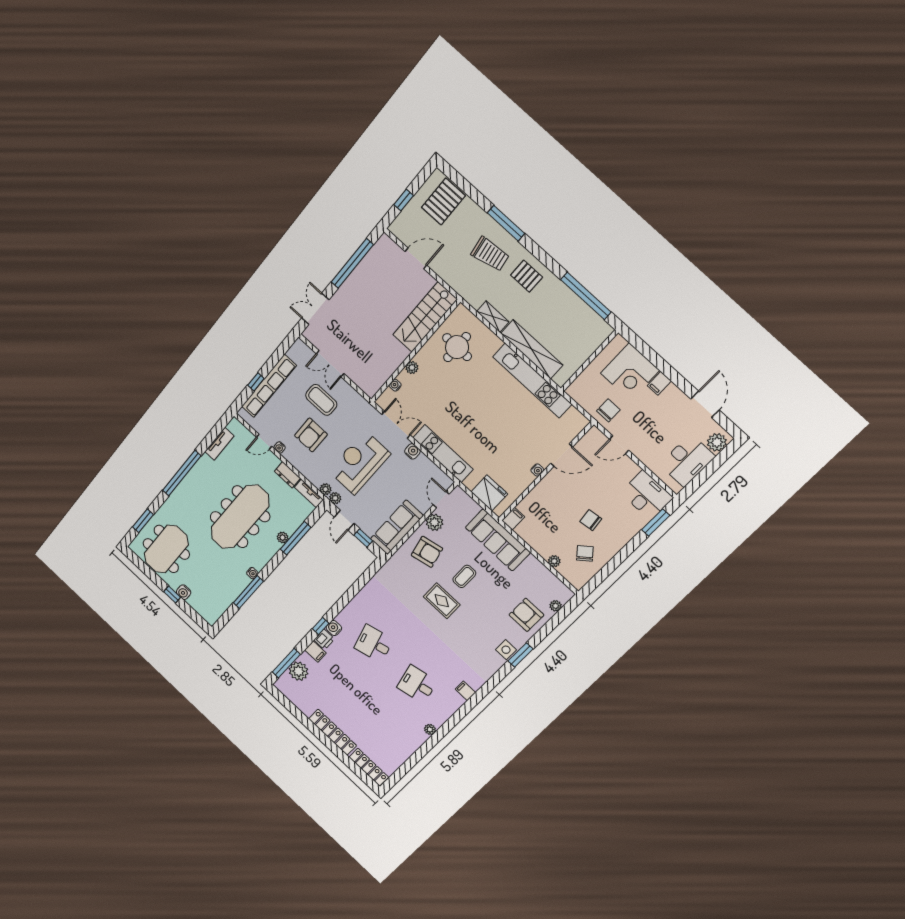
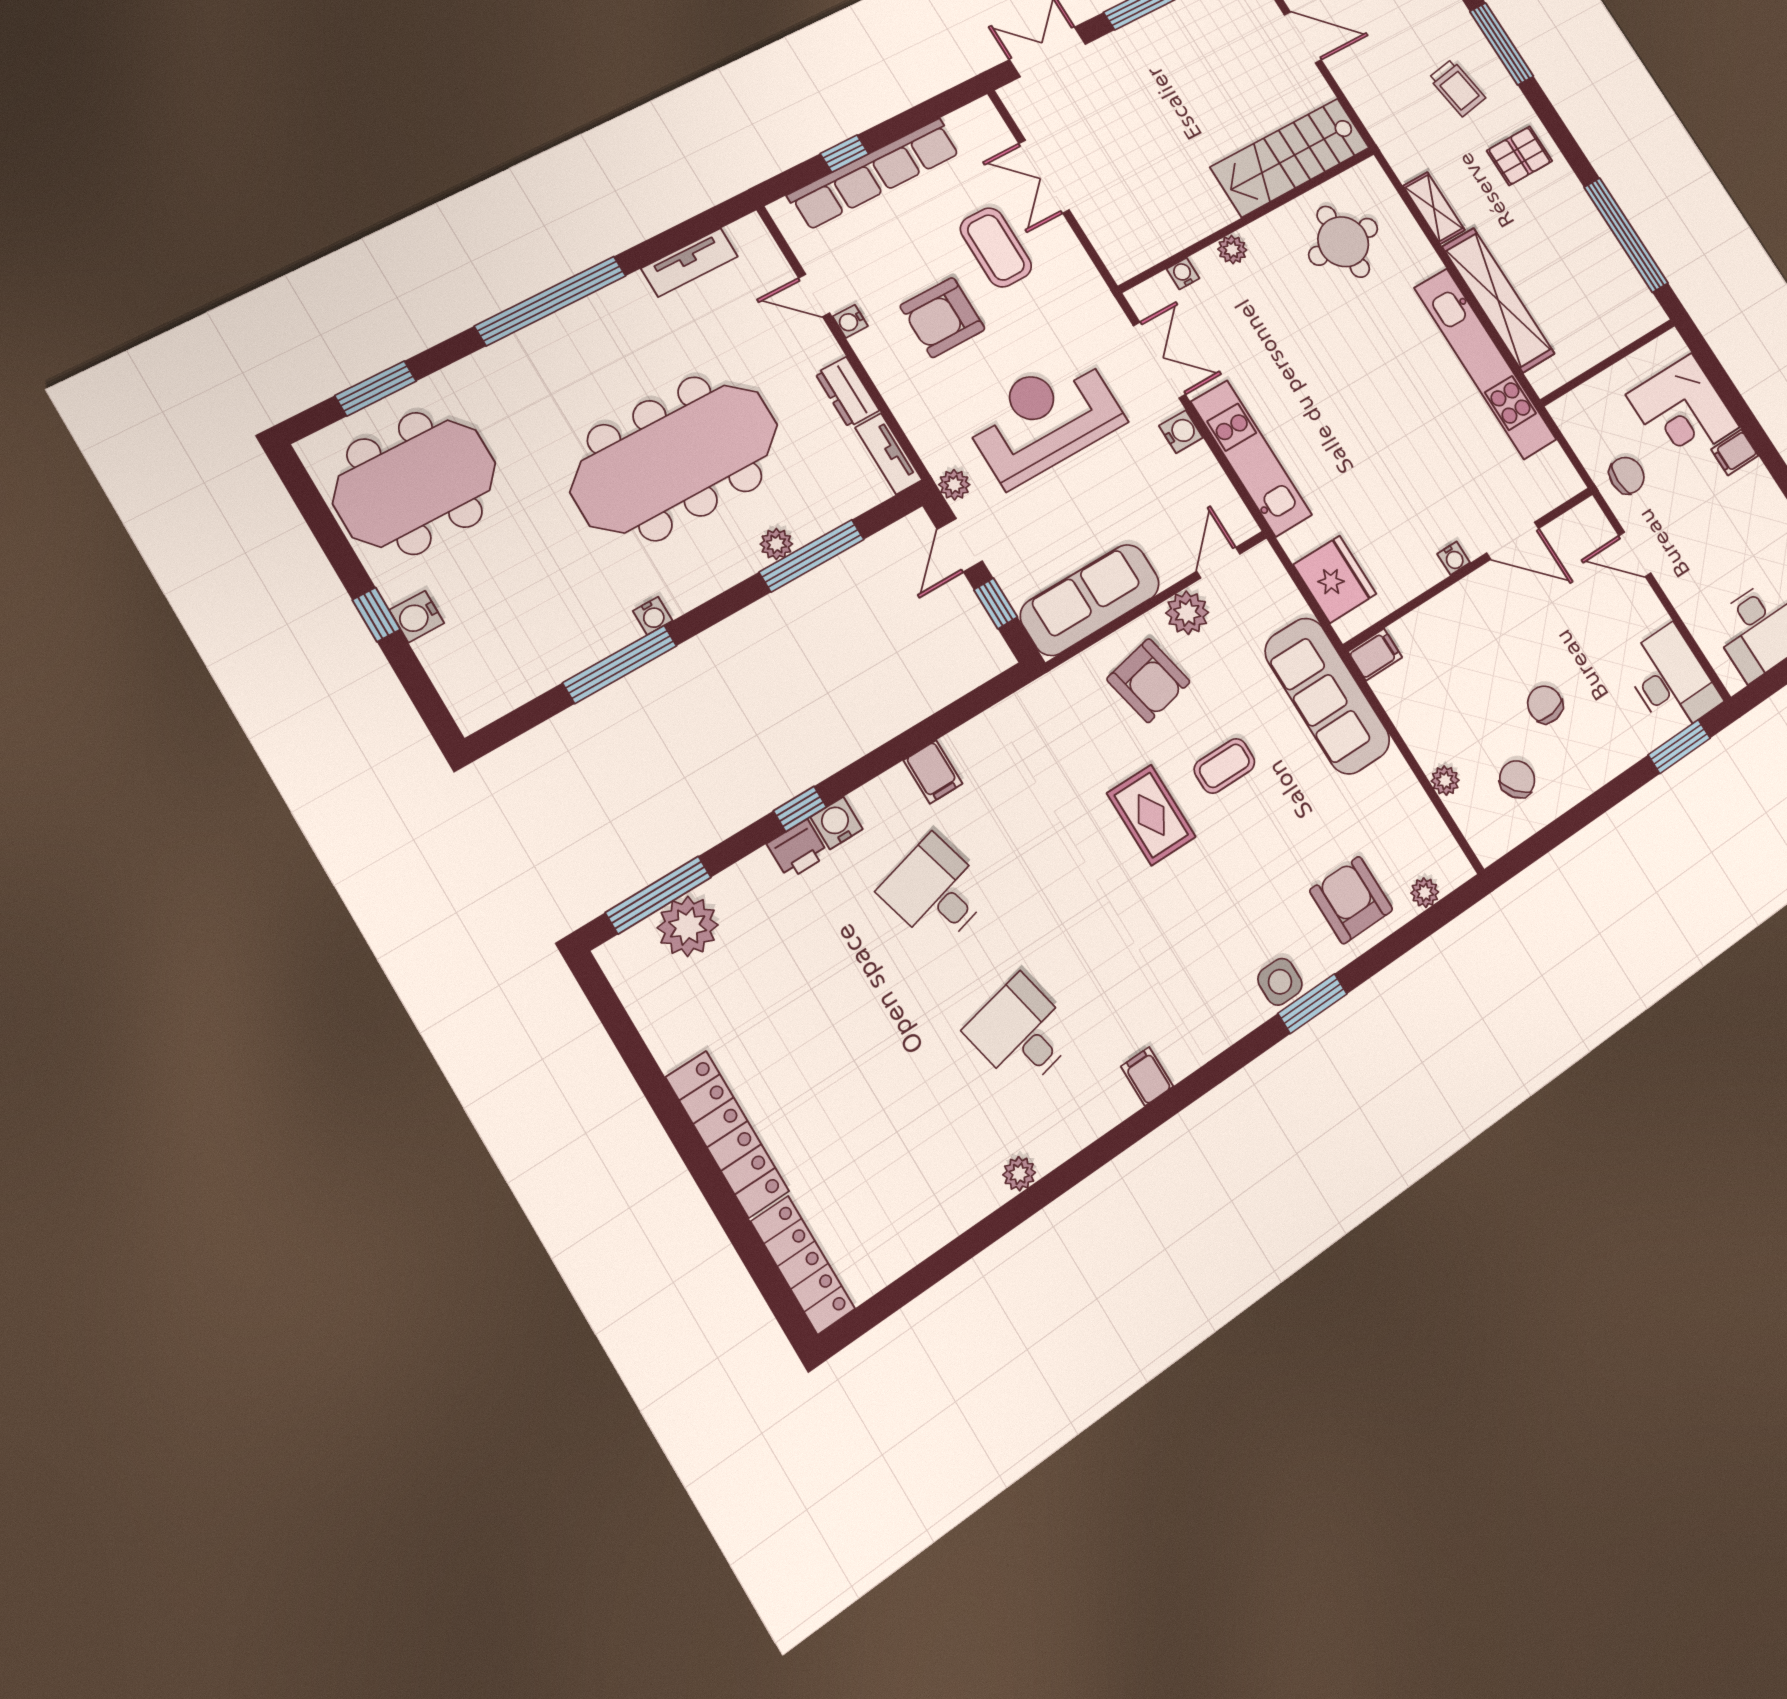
trolley: (490, 254) -> (1457, 88), width x0.73, depth x0.72
pallet: (527, 276) -> (1520, 156), turned 90
plant: (326, 489) -> (936, 456), removed
filing cabinet: (315, 651) -> (933, 772), moved

